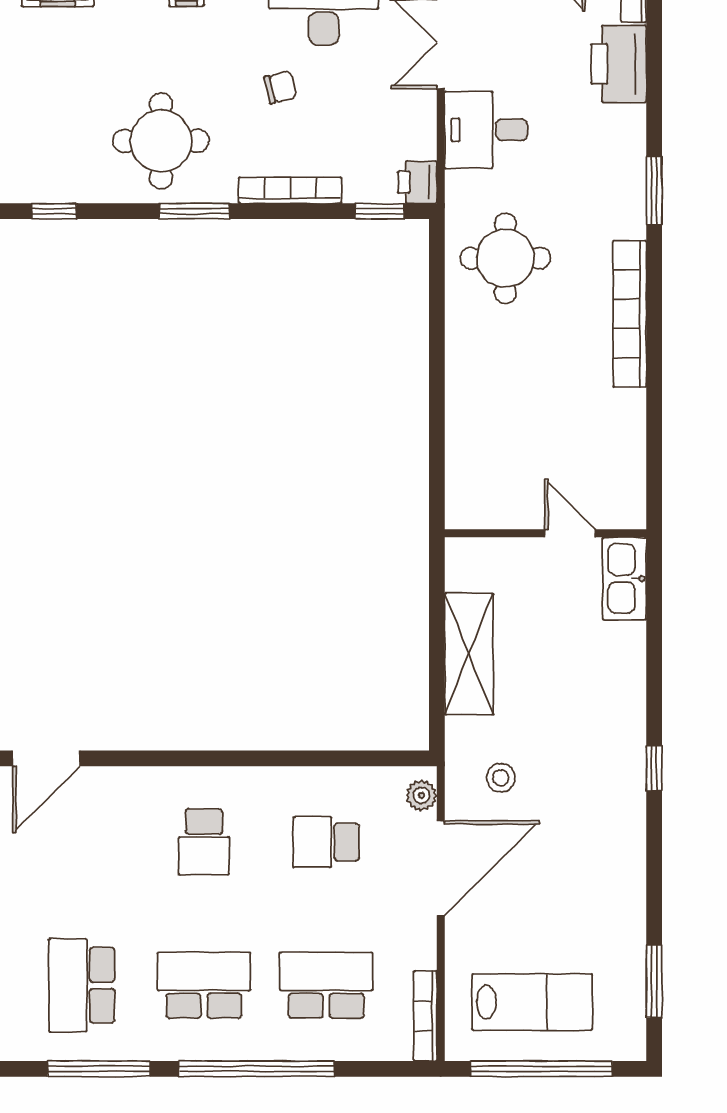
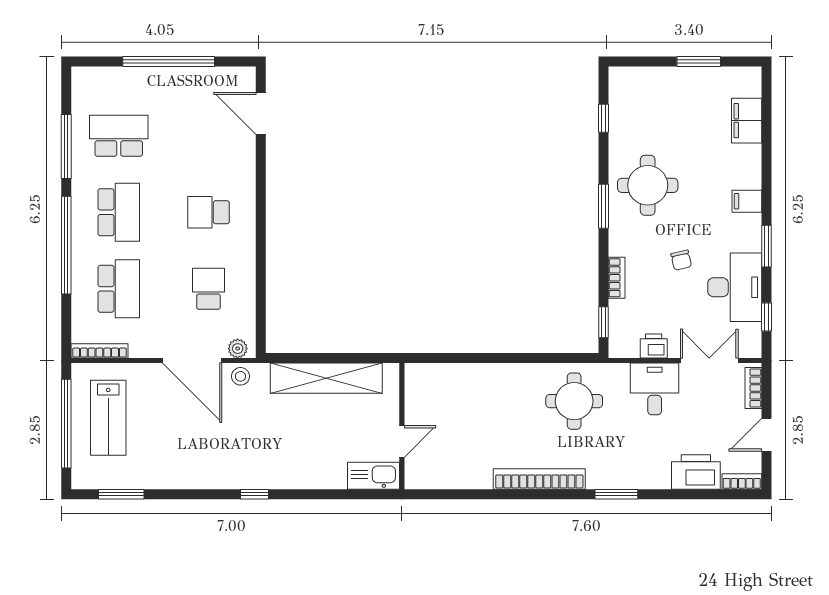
printer: (417, 182) -> (654, 346), moved
bookcase: (290, 190) -> (617, 278), width x0.64
shelving: (469, 654) -> (326, 378), width x1.47
stool: (501, 778) -> (240, 376), moved

